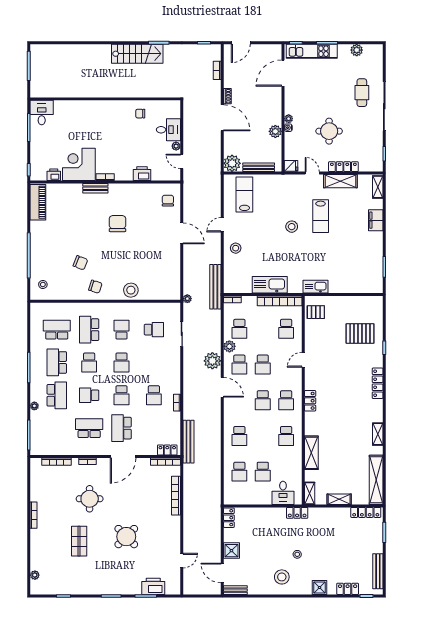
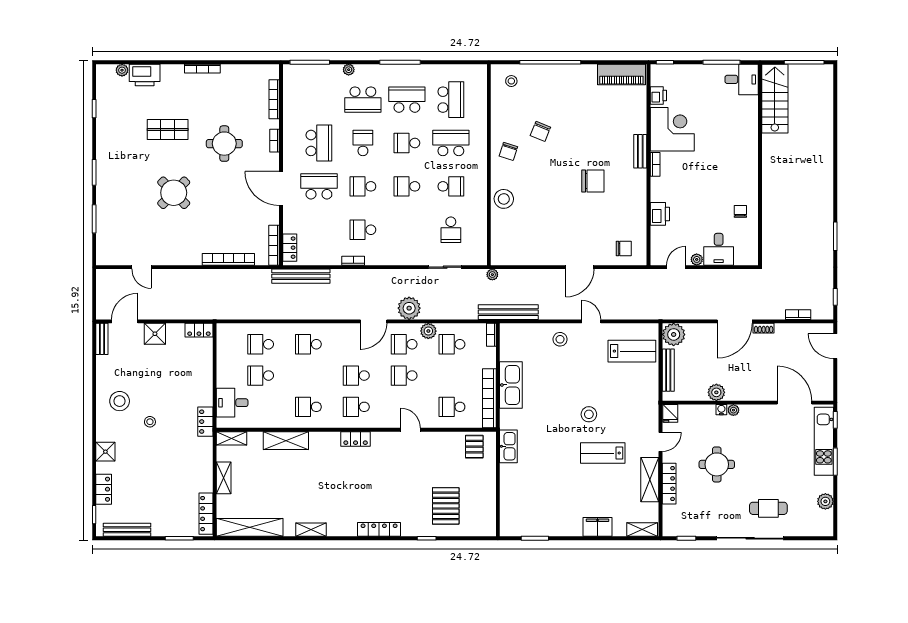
stairs: (137, 54) -> (775, 99), moved, turned 180
printer: (153, 586) -> (145, 75), moved, turned 90

